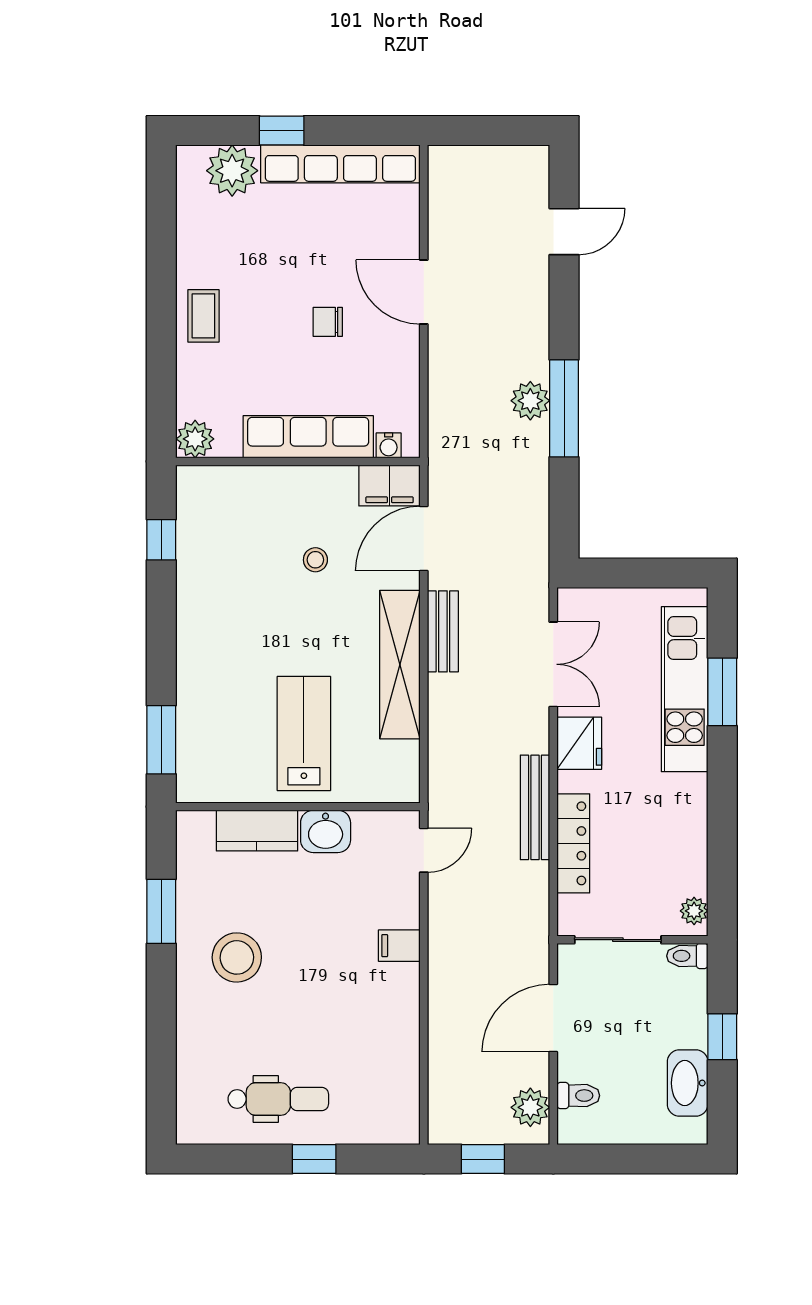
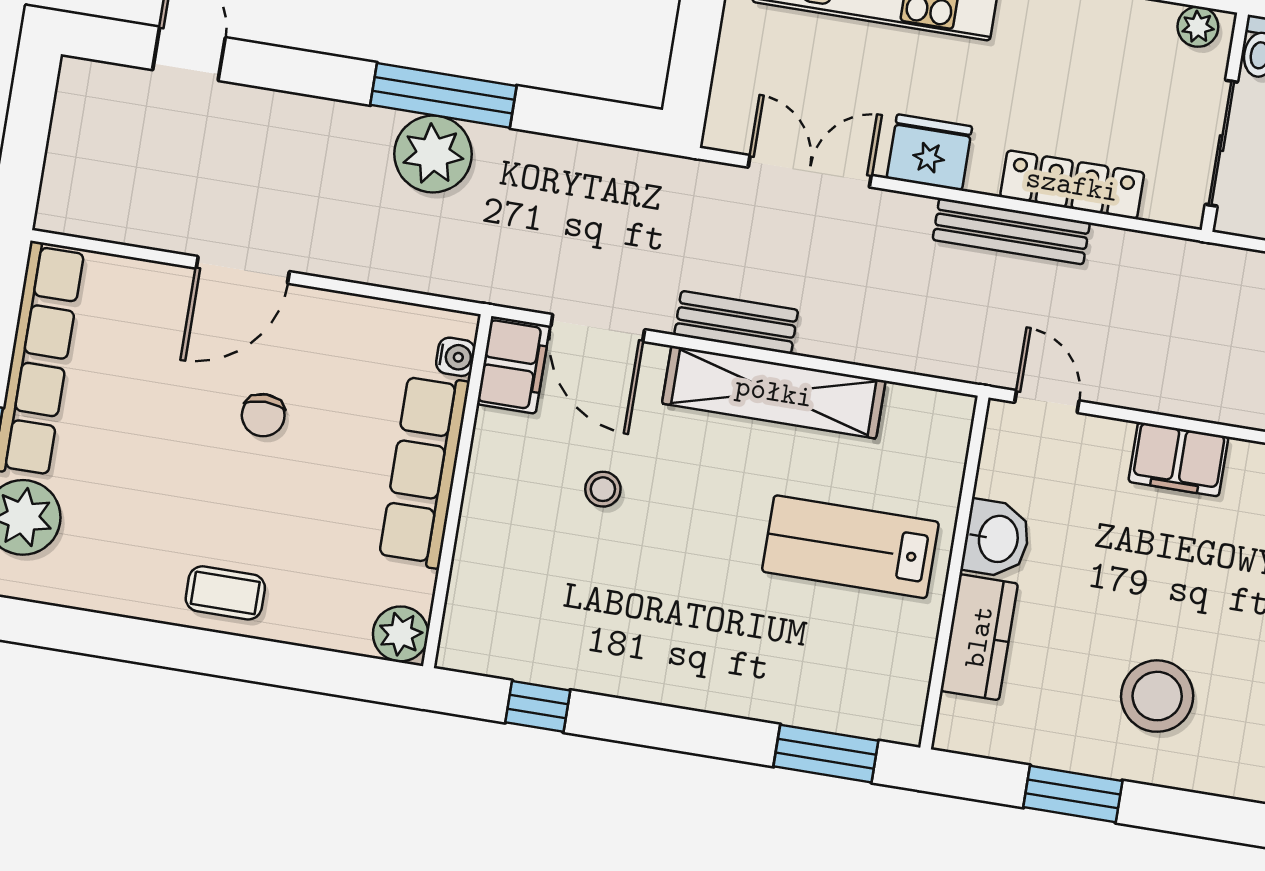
plant: (530, 401) -> (433, 154), width x1.36, depth x1.36
filing cabinet: (399, 946) -> (1178, 459), width x2.00

